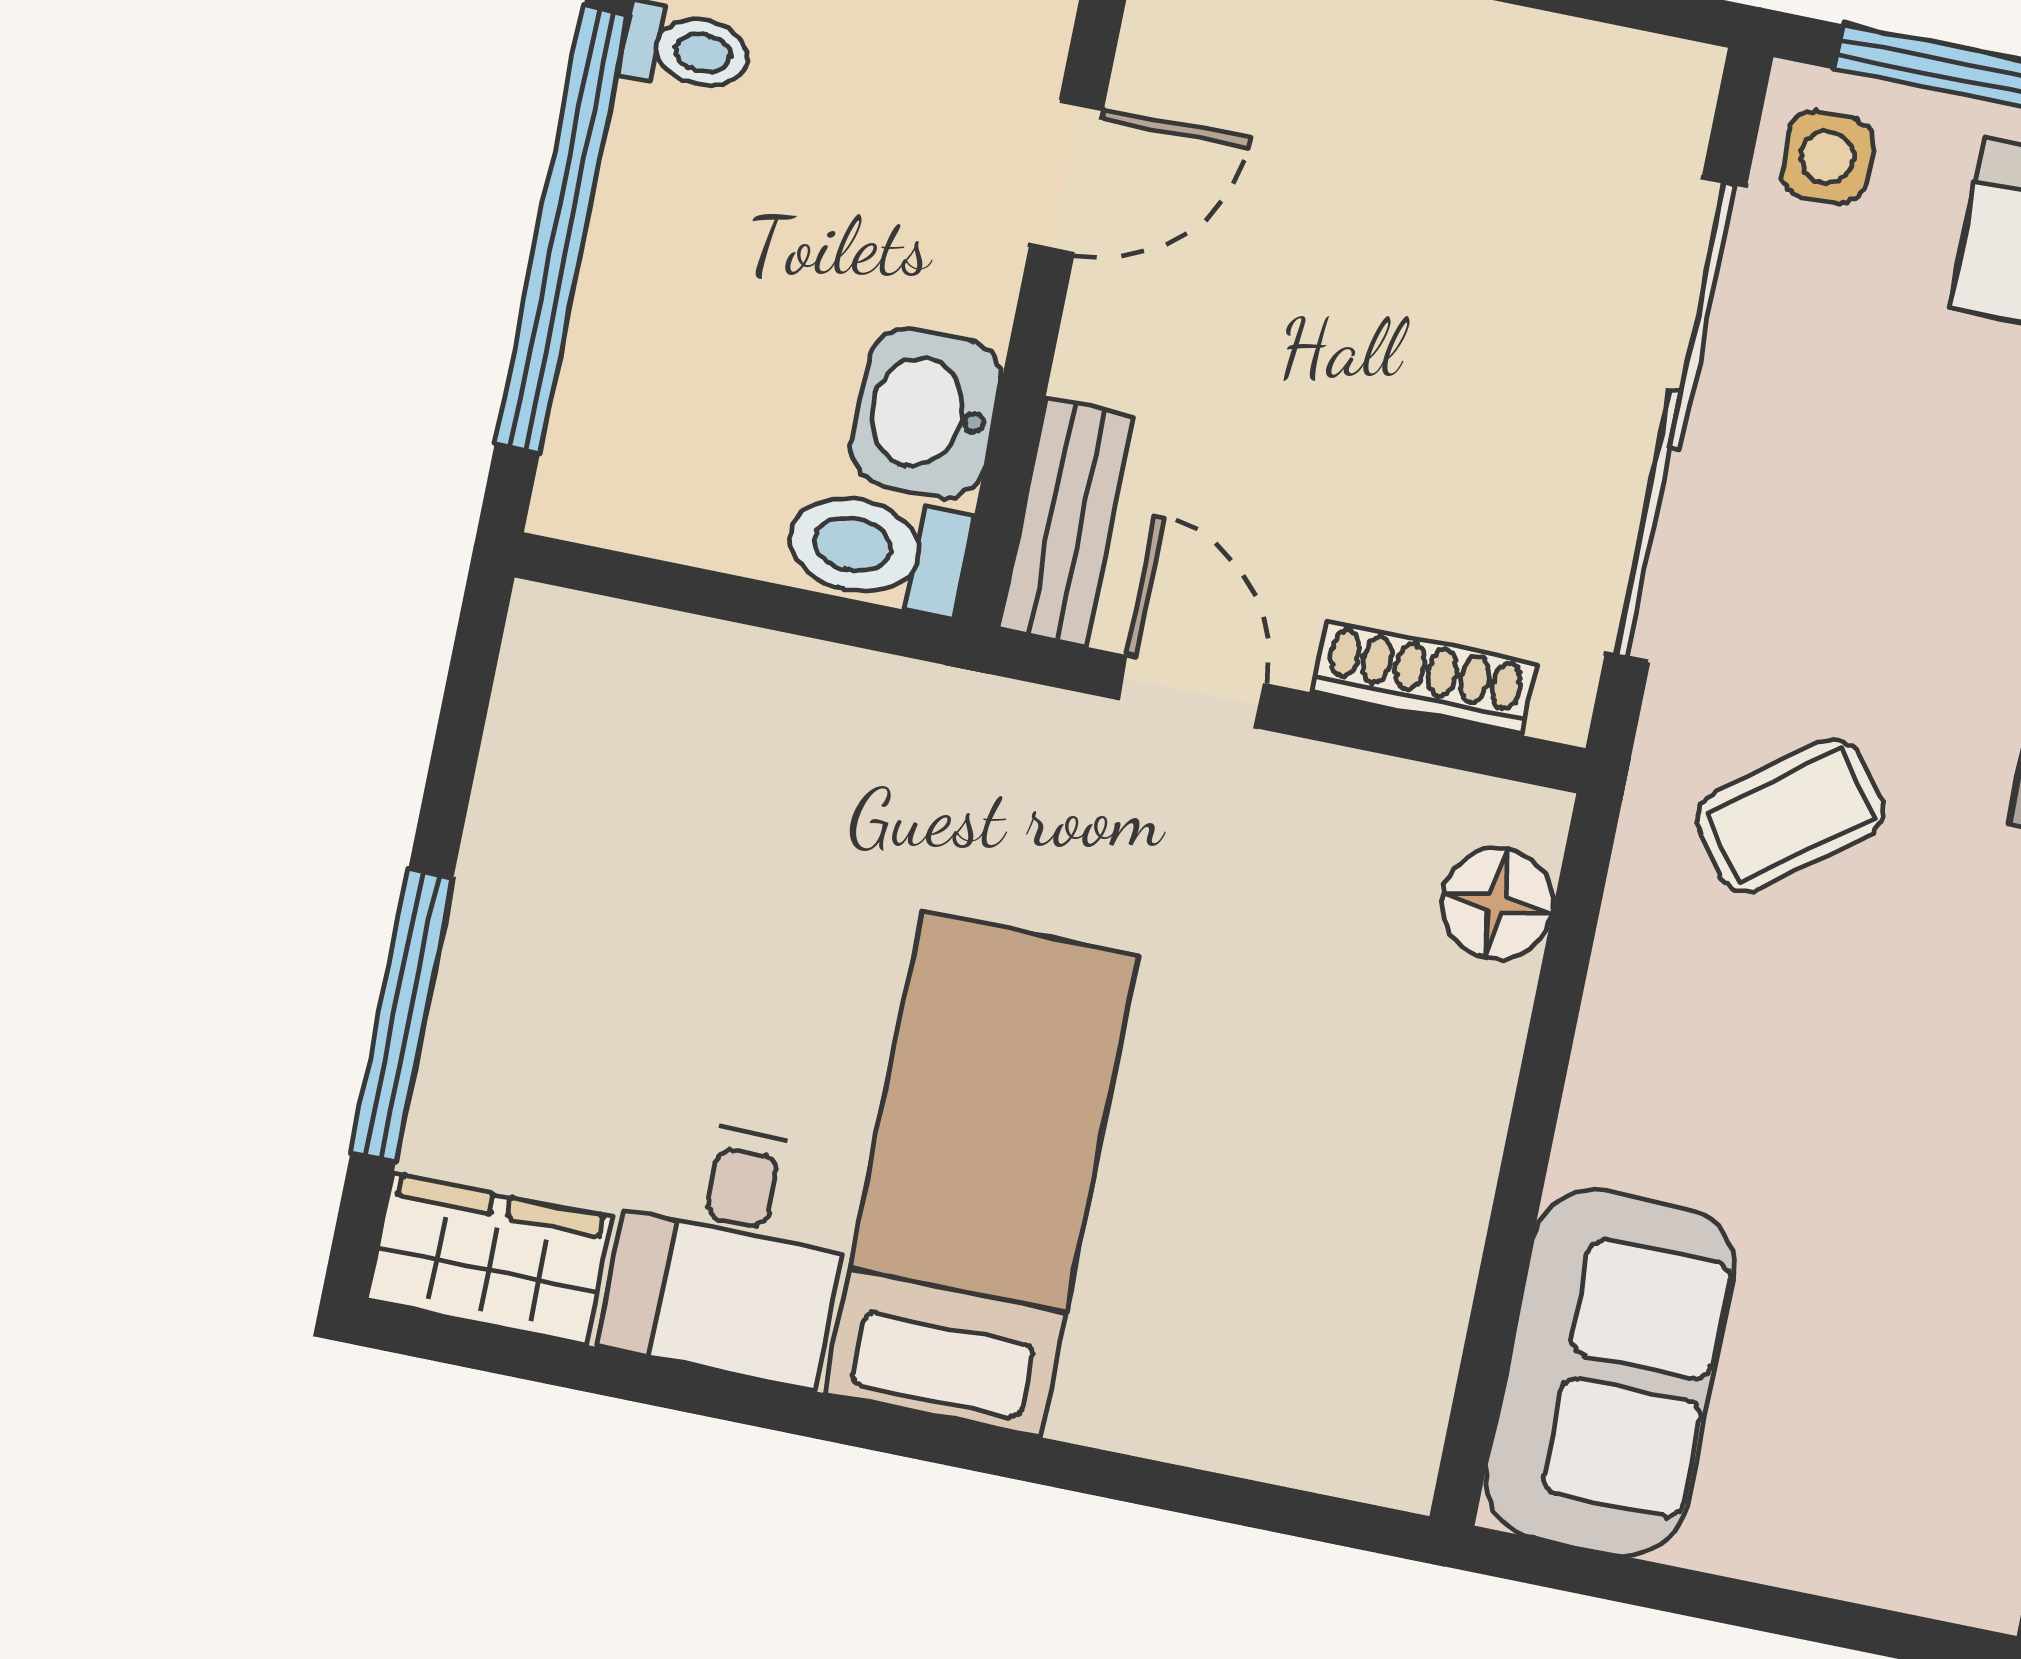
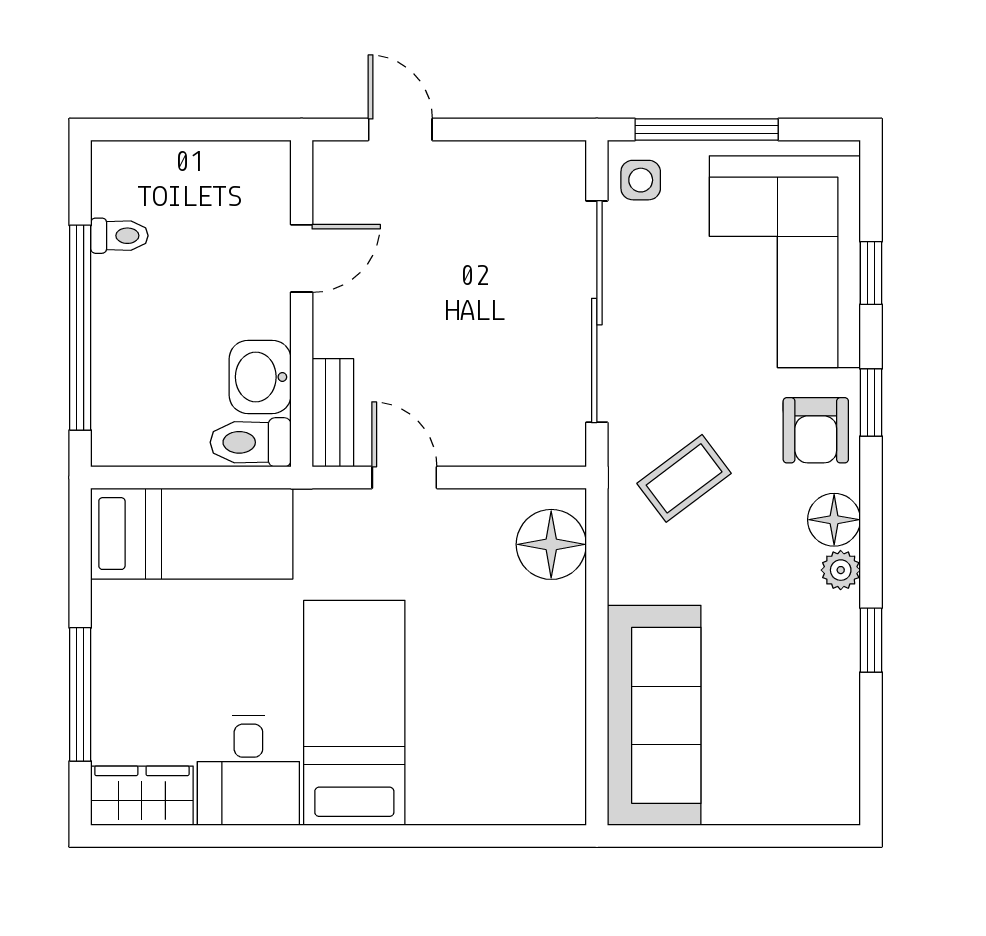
shoe rack: (1424, 678) -> (508, 450), removed
bed: (711, 719) -> (192, 534), added
floor lamp: (1497, 903) -> (551, 544), width x1.38, depth x1.38
sofa: (1610, 1373) -> (654, 715), width x1.36

